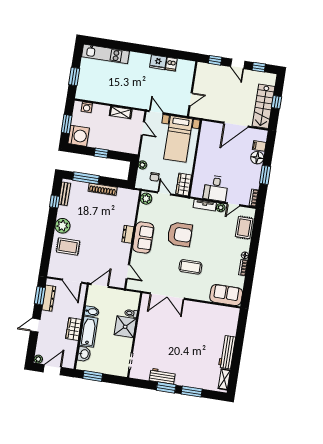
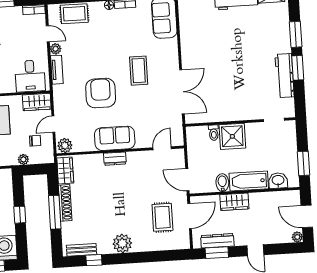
window: (86, 178) -> (55, 212), moved
desk: (216, 188) -> (30, 76), moved, turned 90
wardrobe: (127, 195) -> (65, 170), added
rug: (68, 246) -> (162, 217), moved
wardrobe: (74, 329) -> (234, 202), moved
workbench: (162, 376) -> (285, 76), width x1.38

